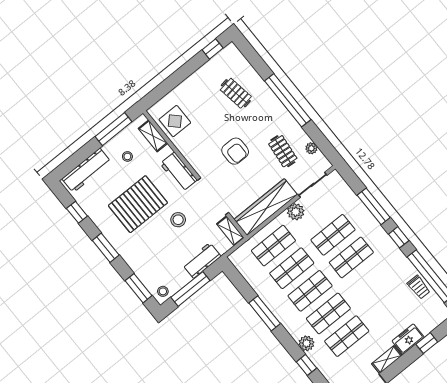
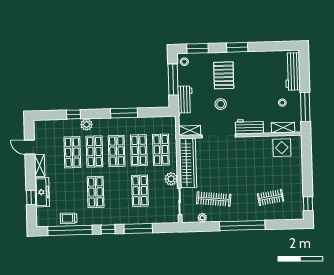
armchair: (235, 151) -> (236, 170), removed
clothes rail: (283, 151) -> (214, 199), width x1.36
pallet: (138, 204) -> (224, 75), moved, width x0.73, depth x0.71
window: (77, 212) -> (272, 46), removed
shop shelf: (351, 257) -> (96, 192), moved
freezer: (408, 339) -> (42, 192), width x1.40

